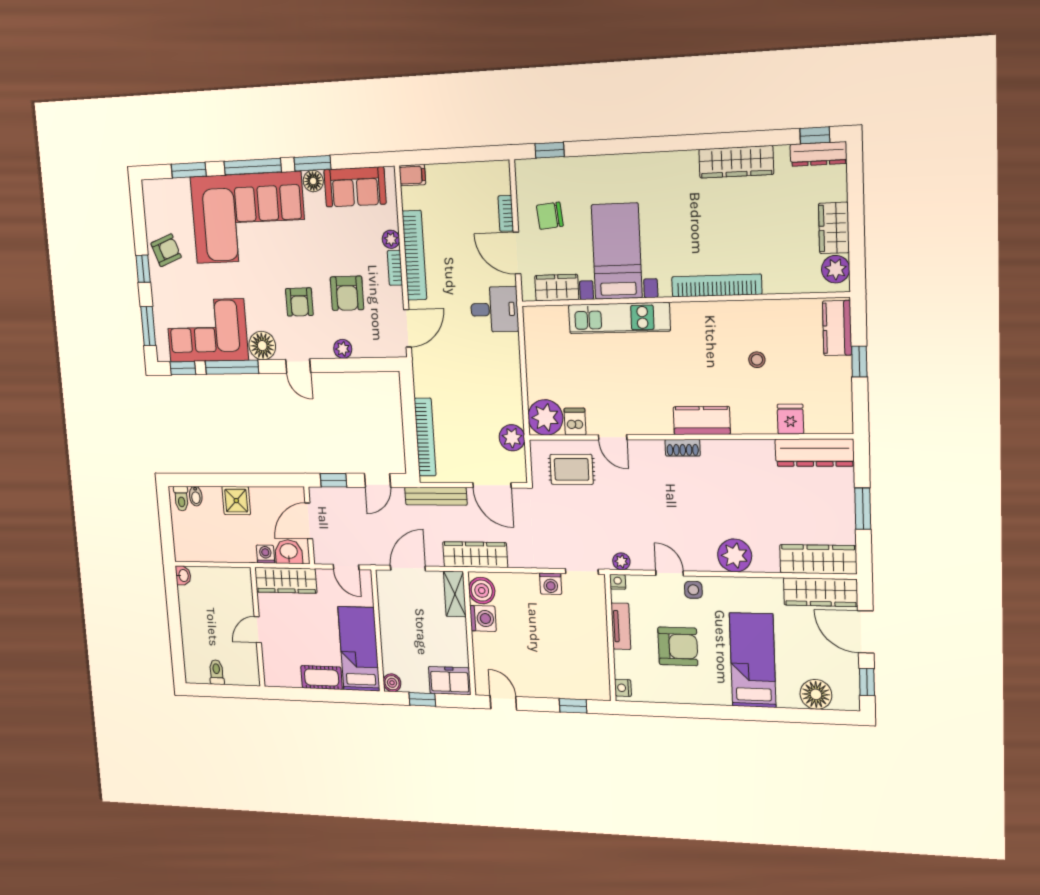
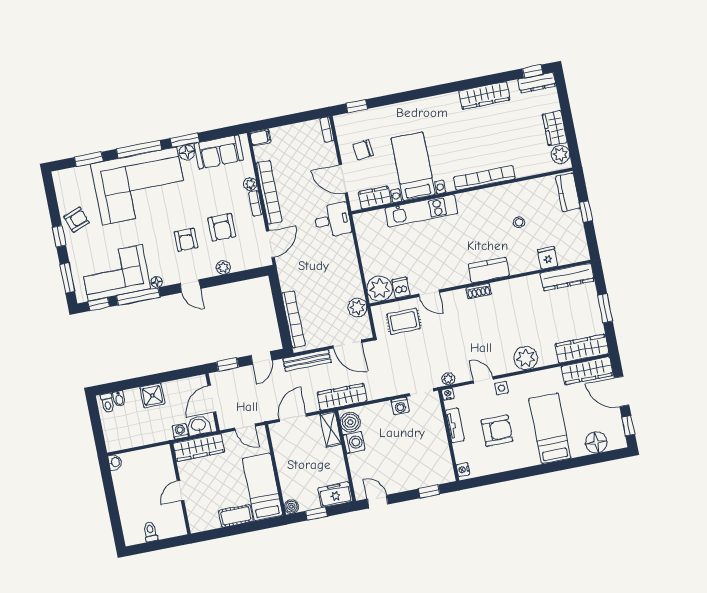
bookcase: (506, 213) -> (327, 129), moved
floor lamp: (262, 346) -> (157, 282), width x0.53, depth x0.53

